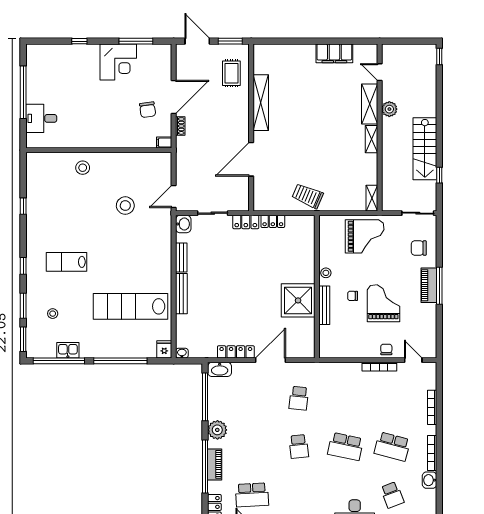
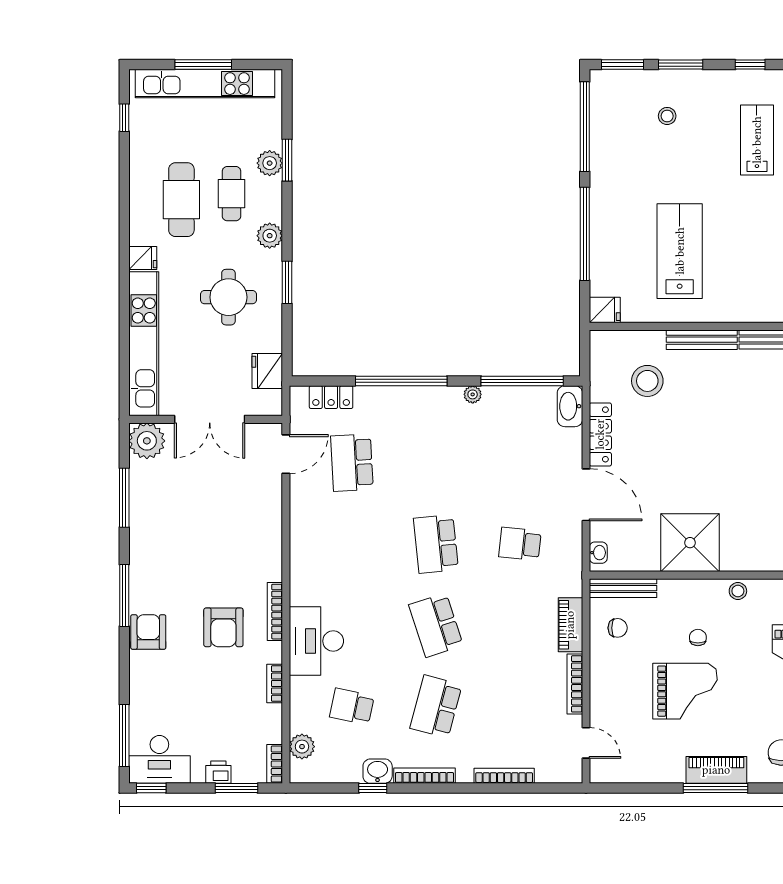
bench: (324, 305) -> (623, 588), moved
lab bench: (130, 306) -> (680, 251), width x0.73
stool: (205, 325) -> (647, 381), added
chair: (386, 349) -> (618, 628), moved
kitchen sink: (68, 350) -> (603, 142), removed
washbasin: (182, 353) -> (598, 553), moved
door: (413, 360) -> (586, 743), hinge flipped
plant: (217, 430) -> (473, 394), width x0.53, depth x0.53
school desk: (299, 447) -> (436, 544), width x1.85
school desk: (346, 447) -> (436, 625), turned -30
piano: (215, 464) -> (570, 625), moved, turned 90
window: (439, 483) -> (373, 788), added
school desk: (392, 495) -> (352, 706), turned 33

